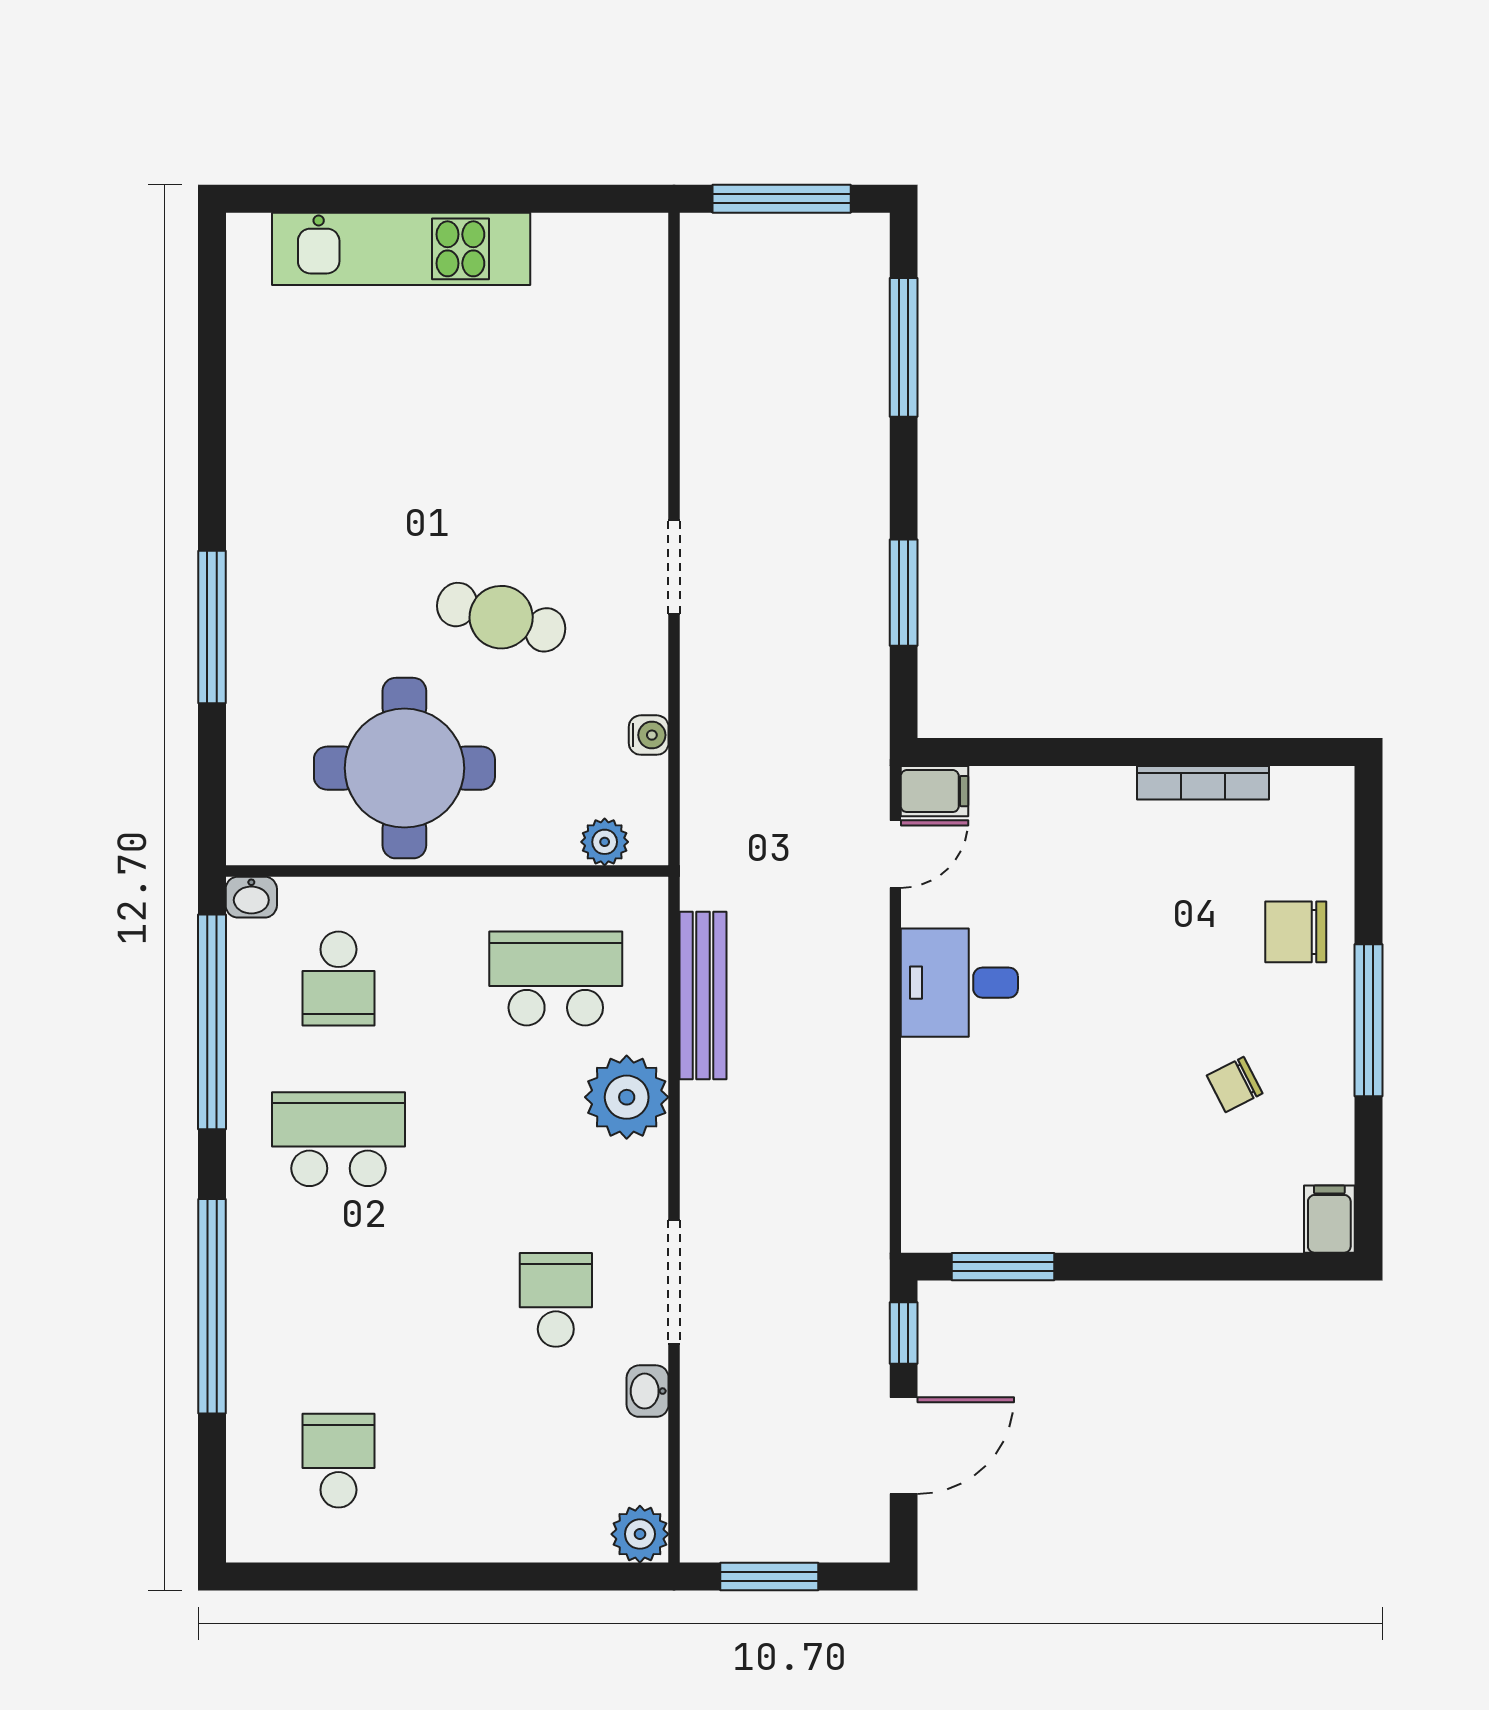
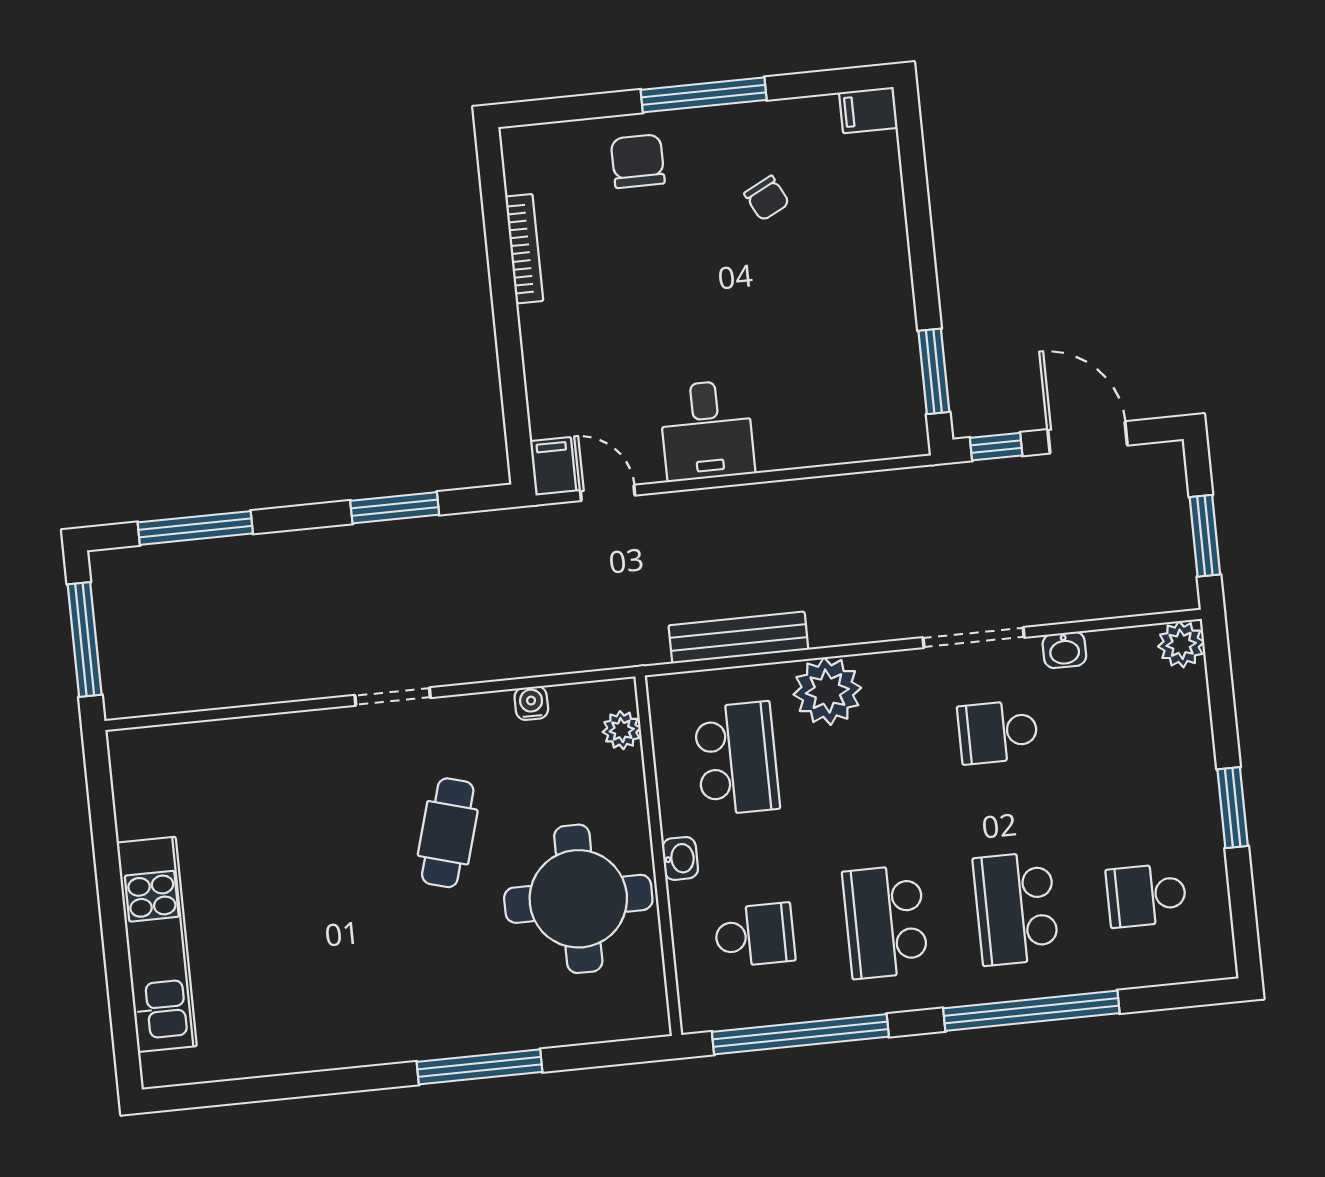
washbasin: (251, 897) -> (680, 858), moved
chair: (1296, 932) -> (638, 161), turned 180
school desk: (556, 978) -> (737, 758), turned 180
school desk: (338, 1300) -> (1016, 909), added
window: (435, 1576) -> (1233, 808), added

